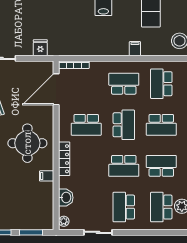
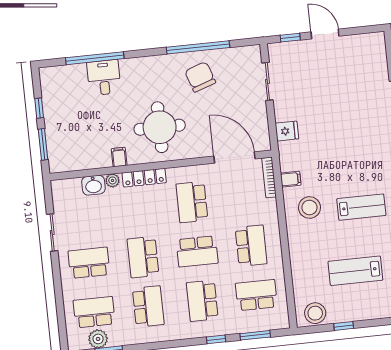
stool: (100, 37) -> (309, 208), added
filing cabinet: (135, 49) -> (291, 179), moved
plant: (64, 221) -> (112, 180), moved

